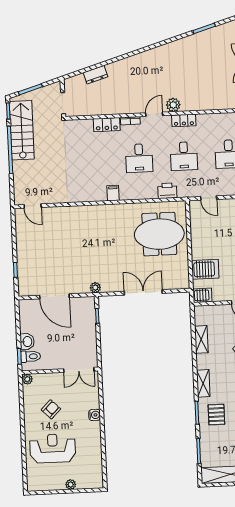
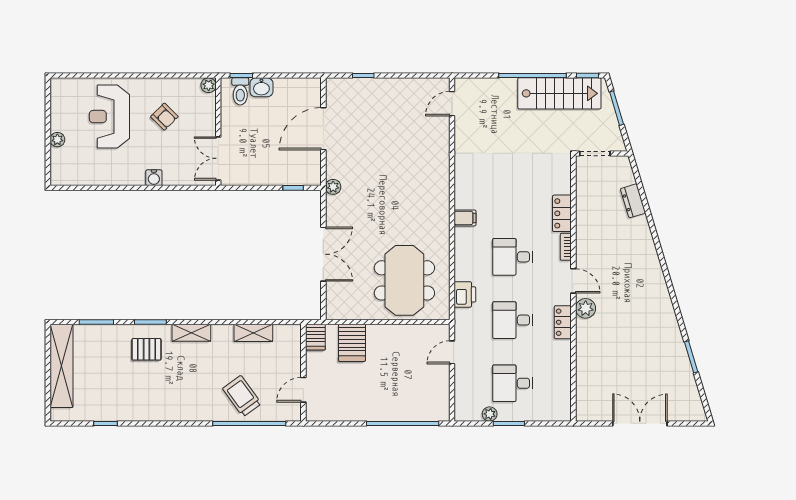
reception desk: (53, 448) -> (109, 117), turned 180

